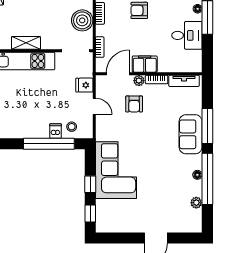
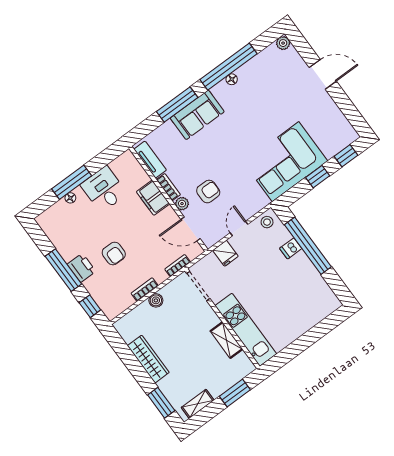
boiler: (82, 20) -> (156, 300), width x0.54, depth x0.54
filing cabinet: (145, 64) -> (153, 198), moved
stool: (72, 127) -> (267, 222), moved
plant: (196, 203) -> (283, 43), moved

